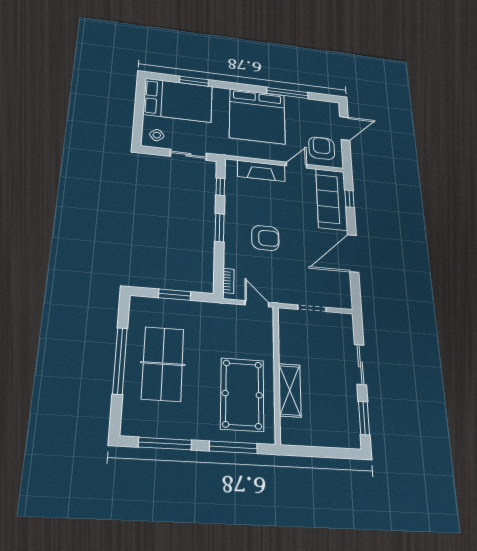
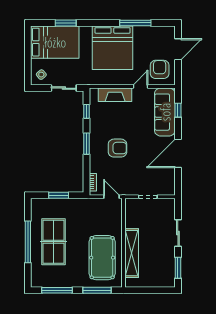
shelving: (290, 390) -> (132, 253), width x1.47

